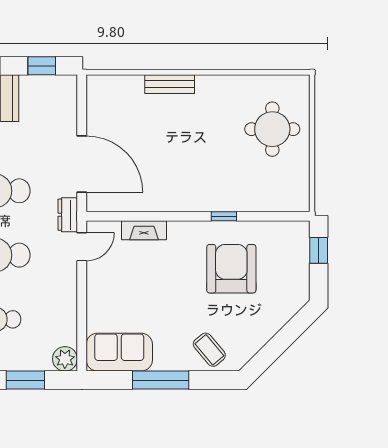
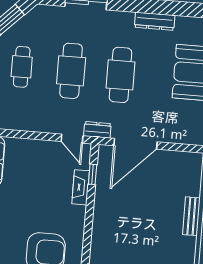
window: (224, 216) -> (93, 174), moved

